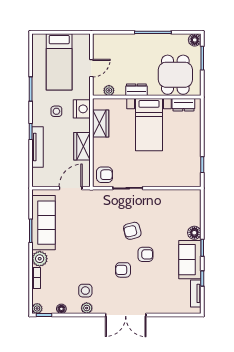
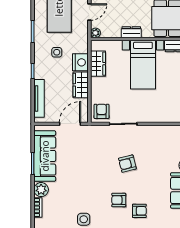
plant: (109, 90) -> (95, 33), moved
nightstand: (82, 109) -> (80, 62), moved
tv unit: (37, 147) -> (39, 98), moved
armchair: (105, 175) -> (102, 111), turned -90
armchair: (145, 254) -> (139, 211), moved

